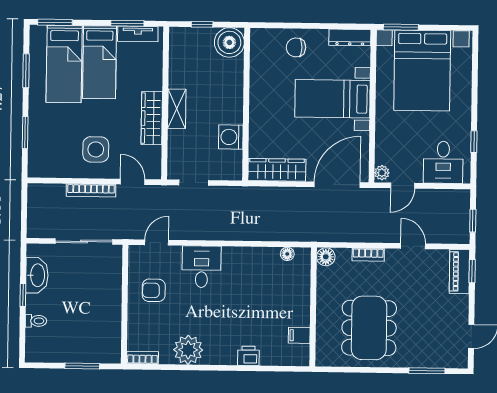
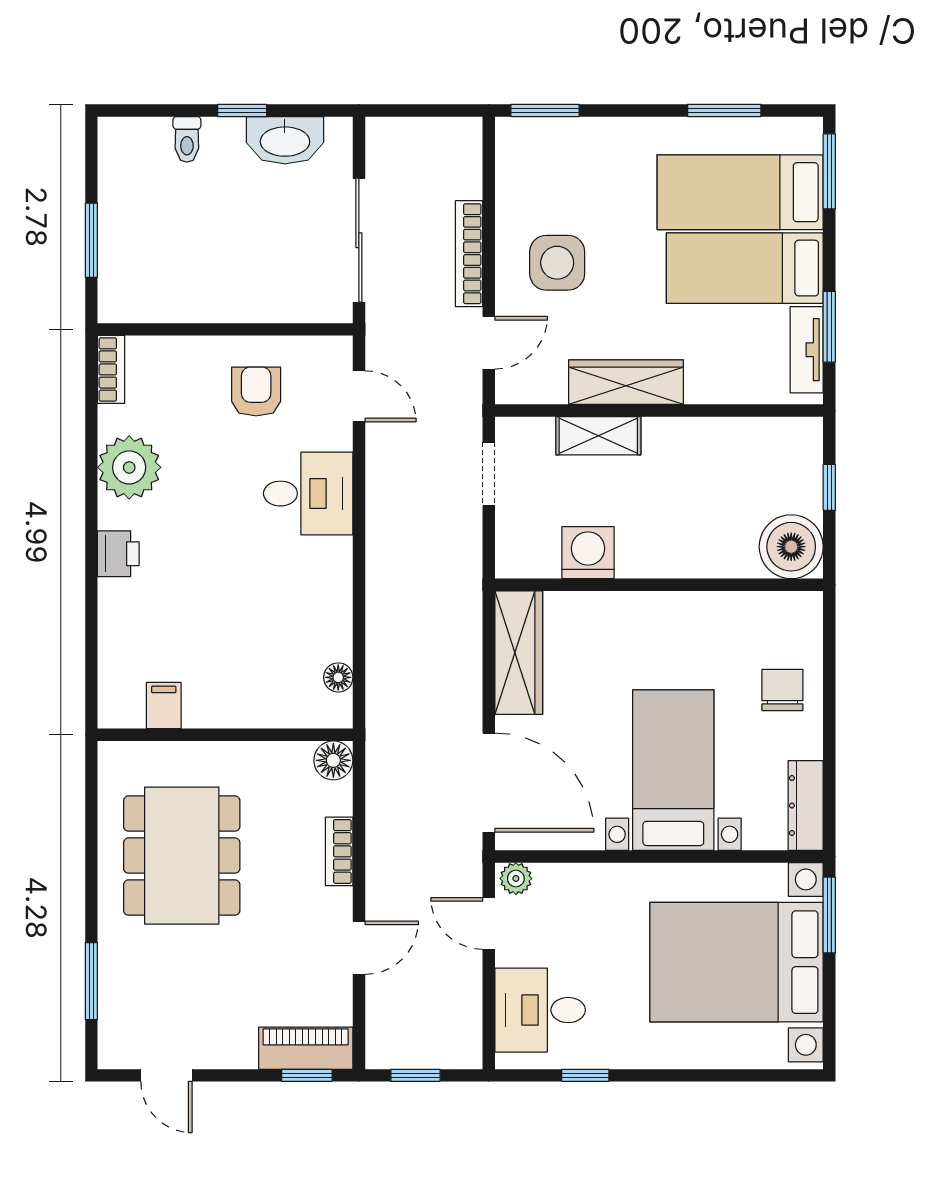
shelving: (177, 109) -> (598, 436), moved
window: (25, 133) -> (545, 110), moved
dining table: (369, 328) -> (182, 856), turned 90
printer: (248, 356) -> (118, 554), moved

